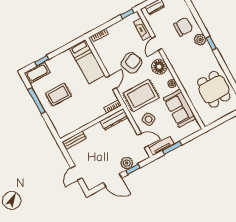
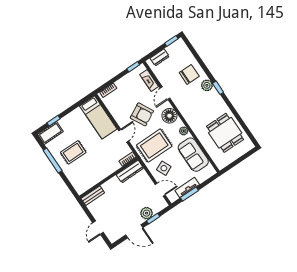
armchair: (132, 63) -> (142, 114), turned 87
tv unit: (161, 146) -> (187, 187), moved

